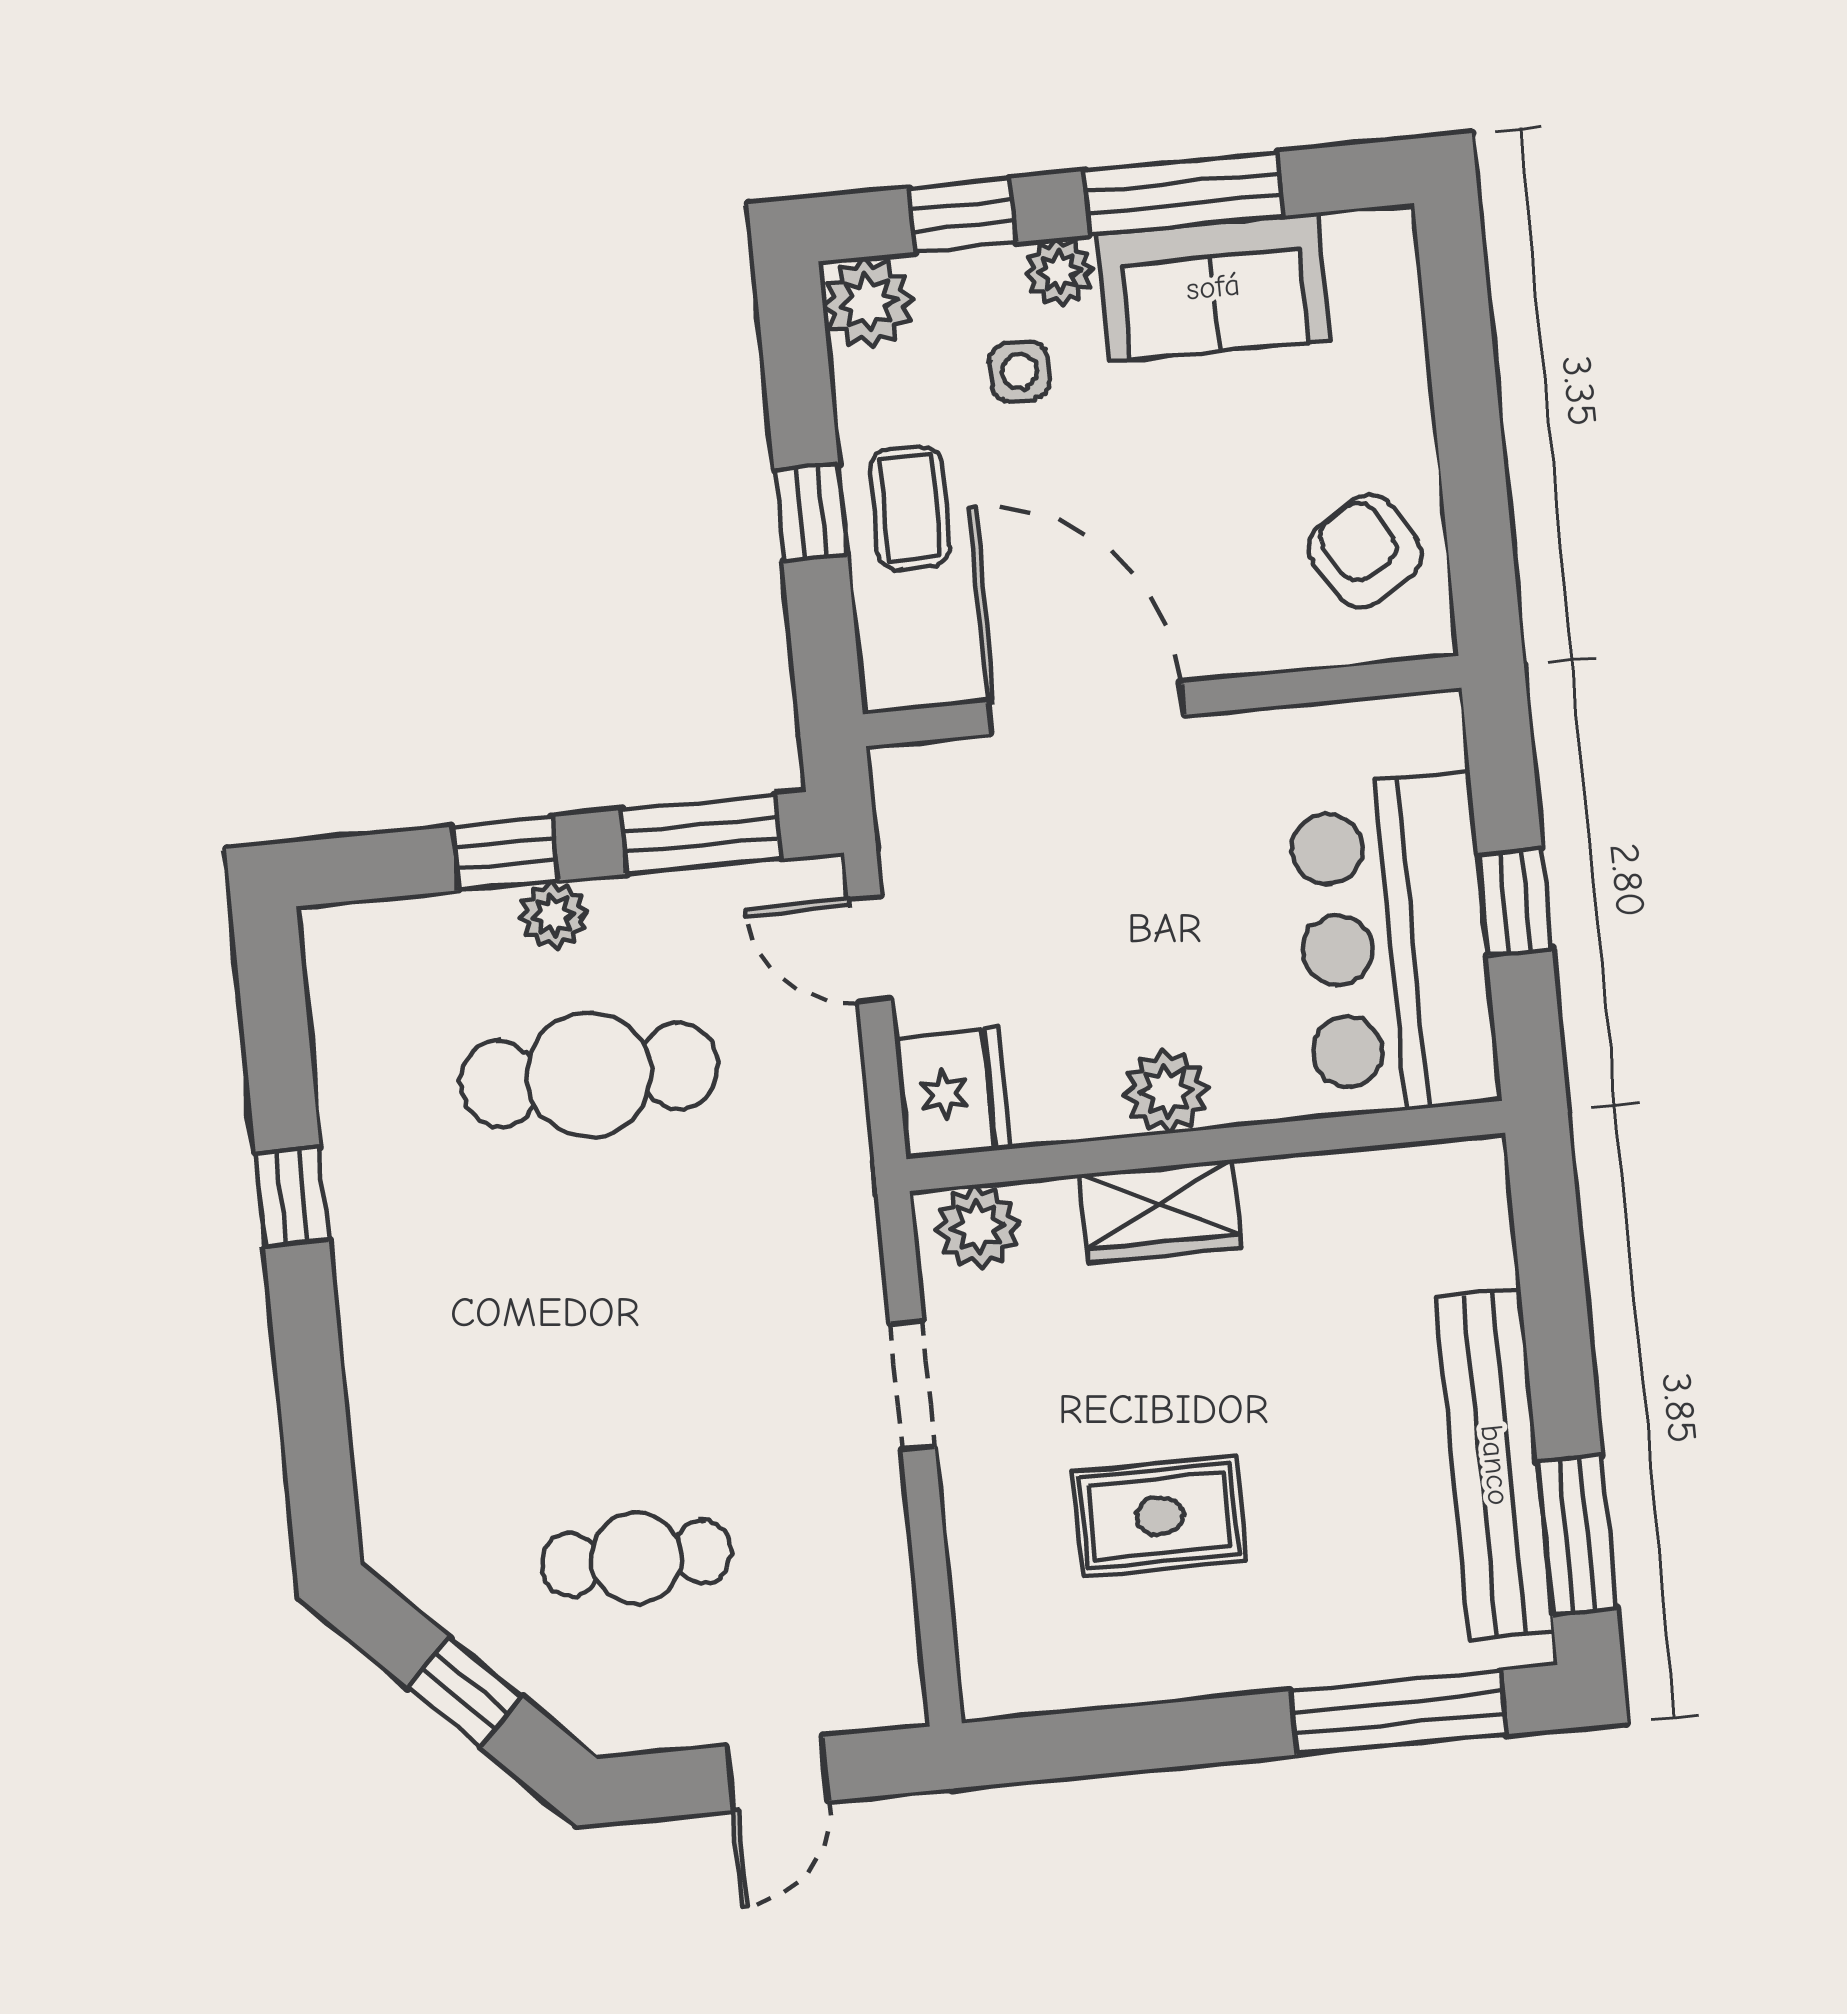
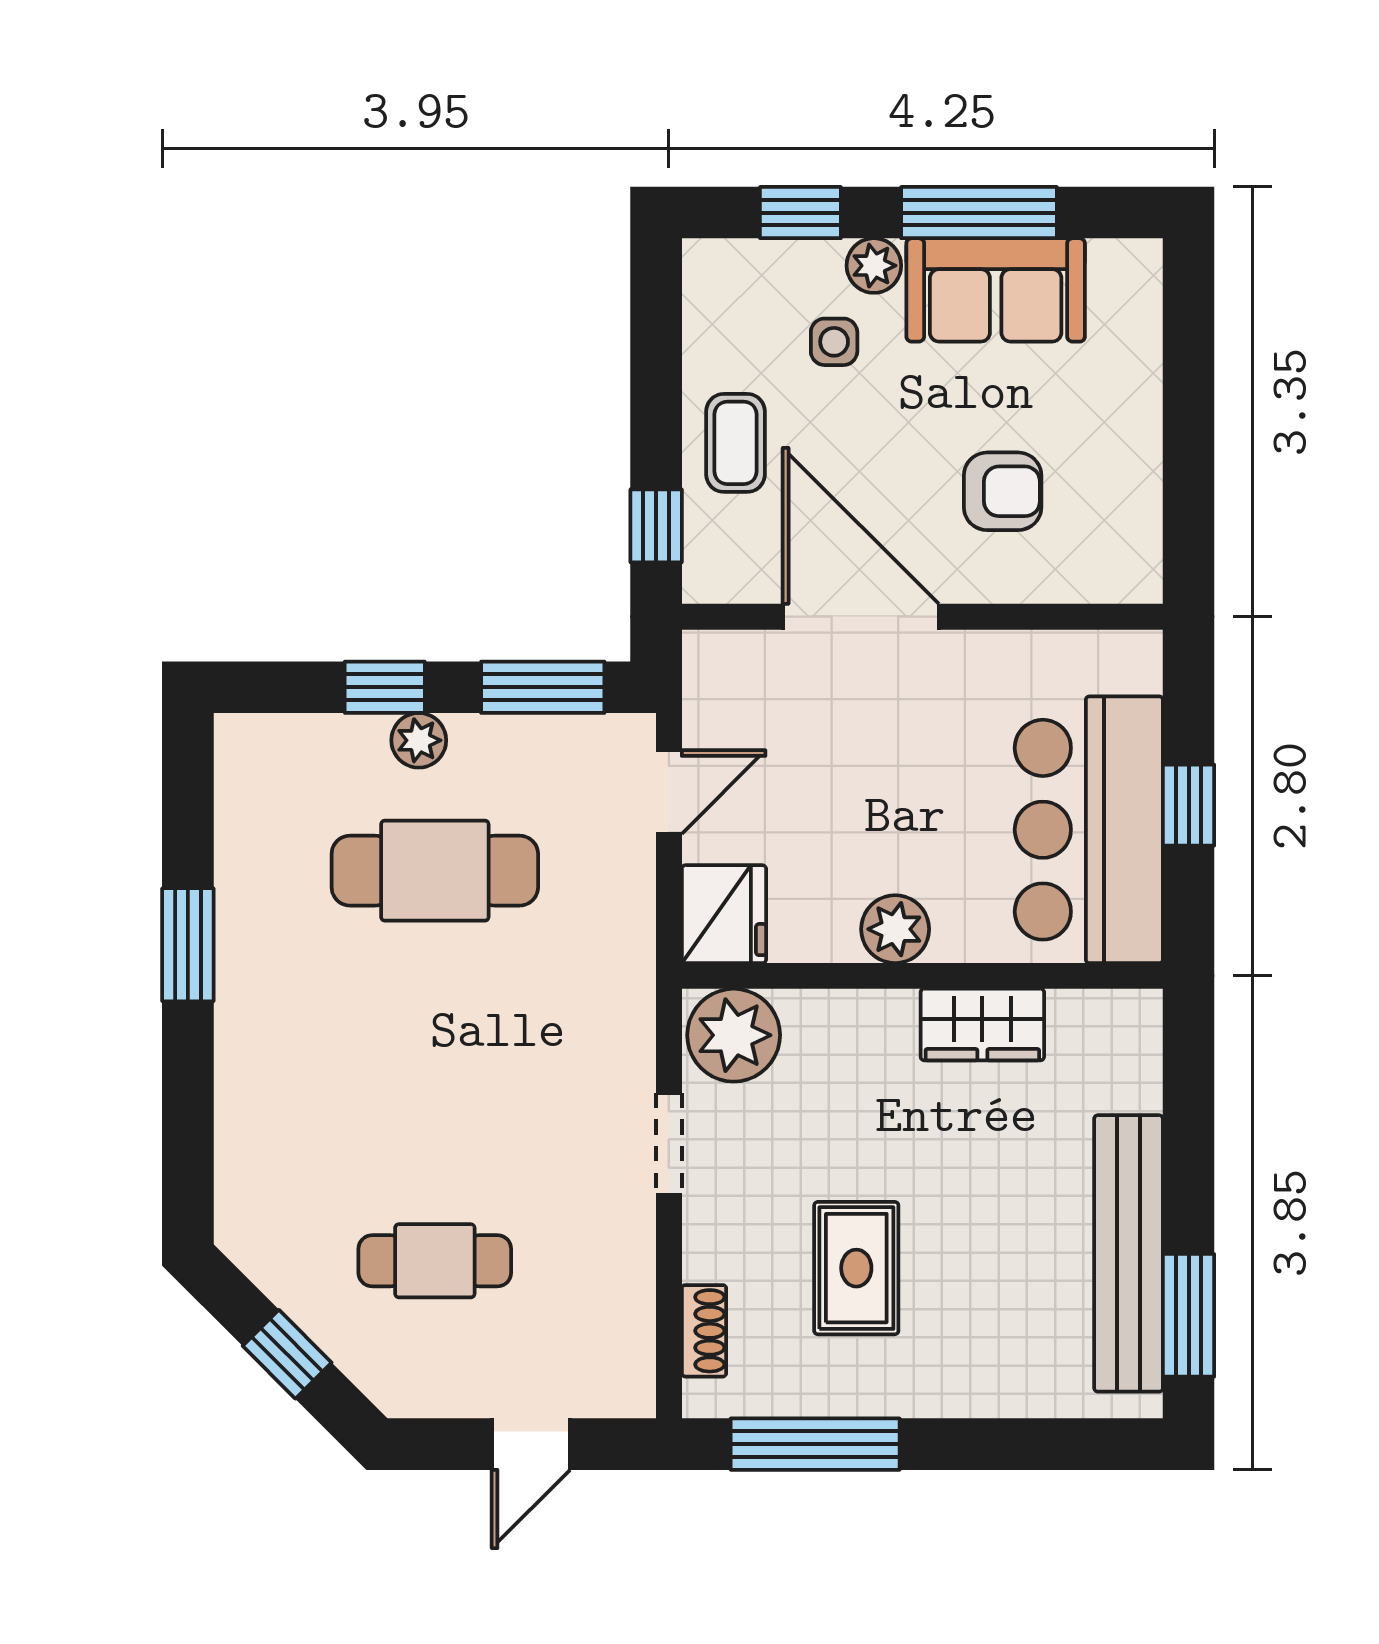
plant: (868, 302) -> (719, 275), removed
window: (811, 513) -> (656, 526), moved
armchair: (1365, 551) -> (1003, 491), moved, turned 121
door: (870, 949) -> (669, 792), swing flipped
window: (292, 1197) -> (188, 945), width x1.50
wardrobe: (1161, 1211) -> (982, 1025), moved
plant: (978, 1227) -> (734, 1035), width x1.36, depth x1.36
rug: (1160, 1516) -> (856, 1268), turned 90
shoe rack: (978, 1612) -> (704, 1331), added
window: (1399, 1713) -> (815, 1444), moved

